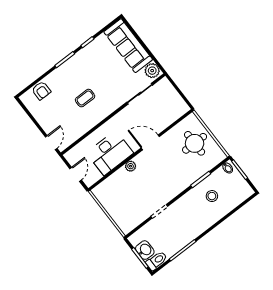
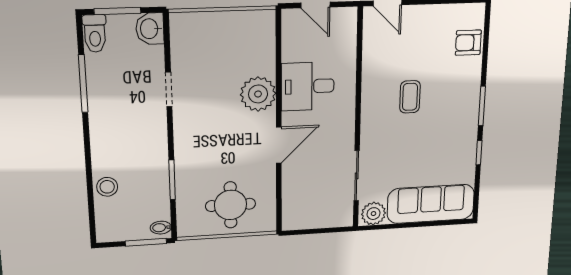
desk: (110, 153) -> (308, 86), width x0.73
plant: (131, 166) -> (258, 94), width x1.88, depth x1.88
stool: (212, 196) -> (107, 187), moved
washbasin: (145, 250) -> (150, 29), moved, turned 90

